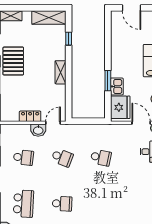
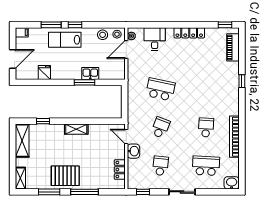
fridge: (120, 107) -> (44, 72), moved, width x0.53, depth x0.75
locker: (30, 116) -> (120, 170), moved
school desk: (101, 158) -> (160, 89), width x1.85

